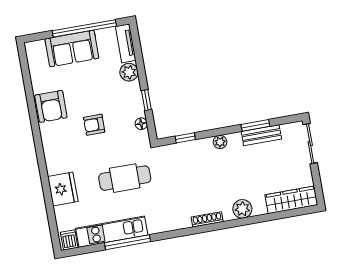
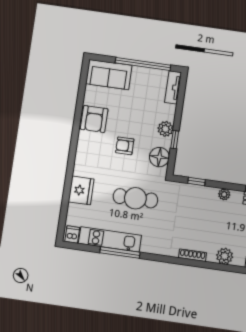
sofa: (72, 49) -> (109, 75), moved
plant: (129, 72) -> (165, 129), moved
floor lamp: (141, 124) -> (159, 157), width x1.89, depth x1.89

